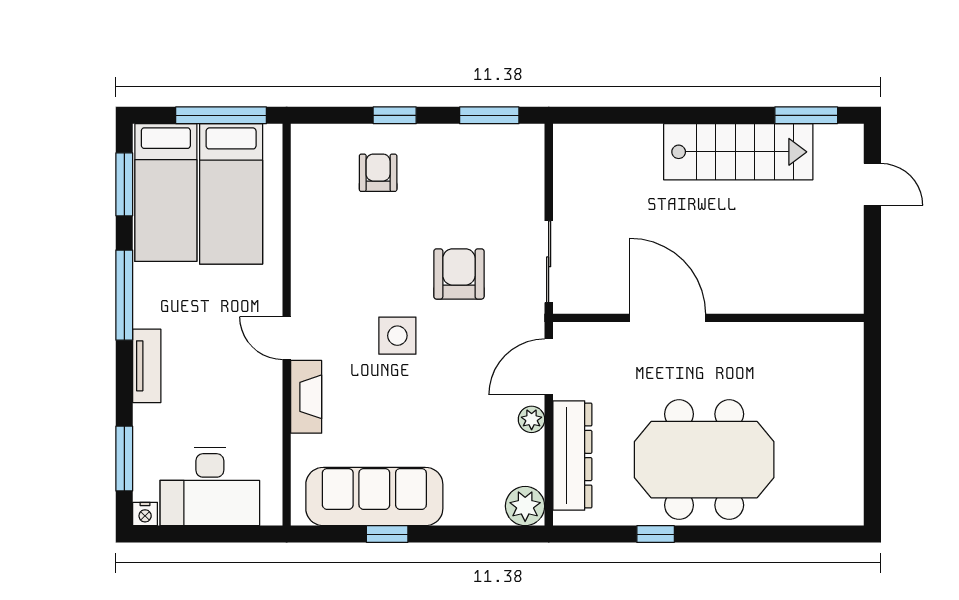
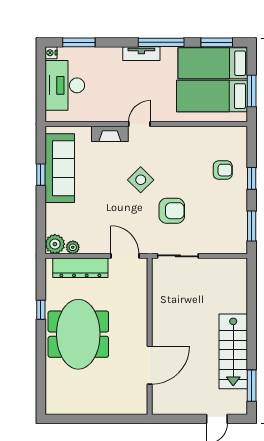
window: (221, 115) -> (252, 91), width x0.69
door: (668, 318) -> (150, 365), moved
side table: (397, 336) -> (141, 180), turned 45
tv unit: (147, 366) -> (141, 54), moved
plant: (532, 419) -> (73, 247), moved

